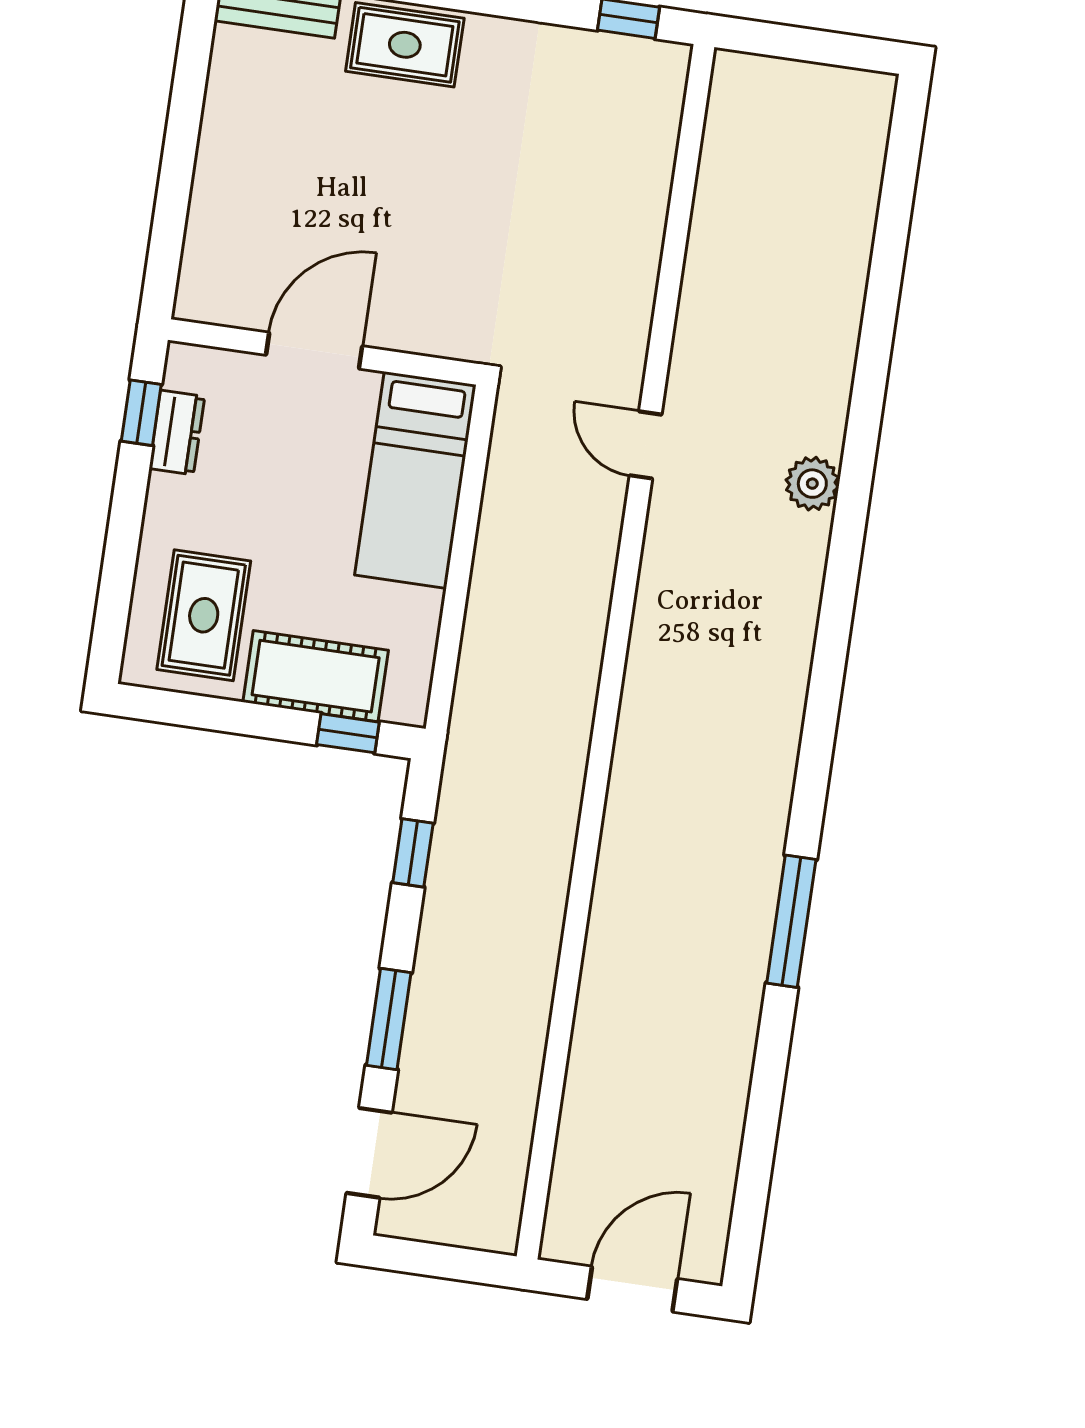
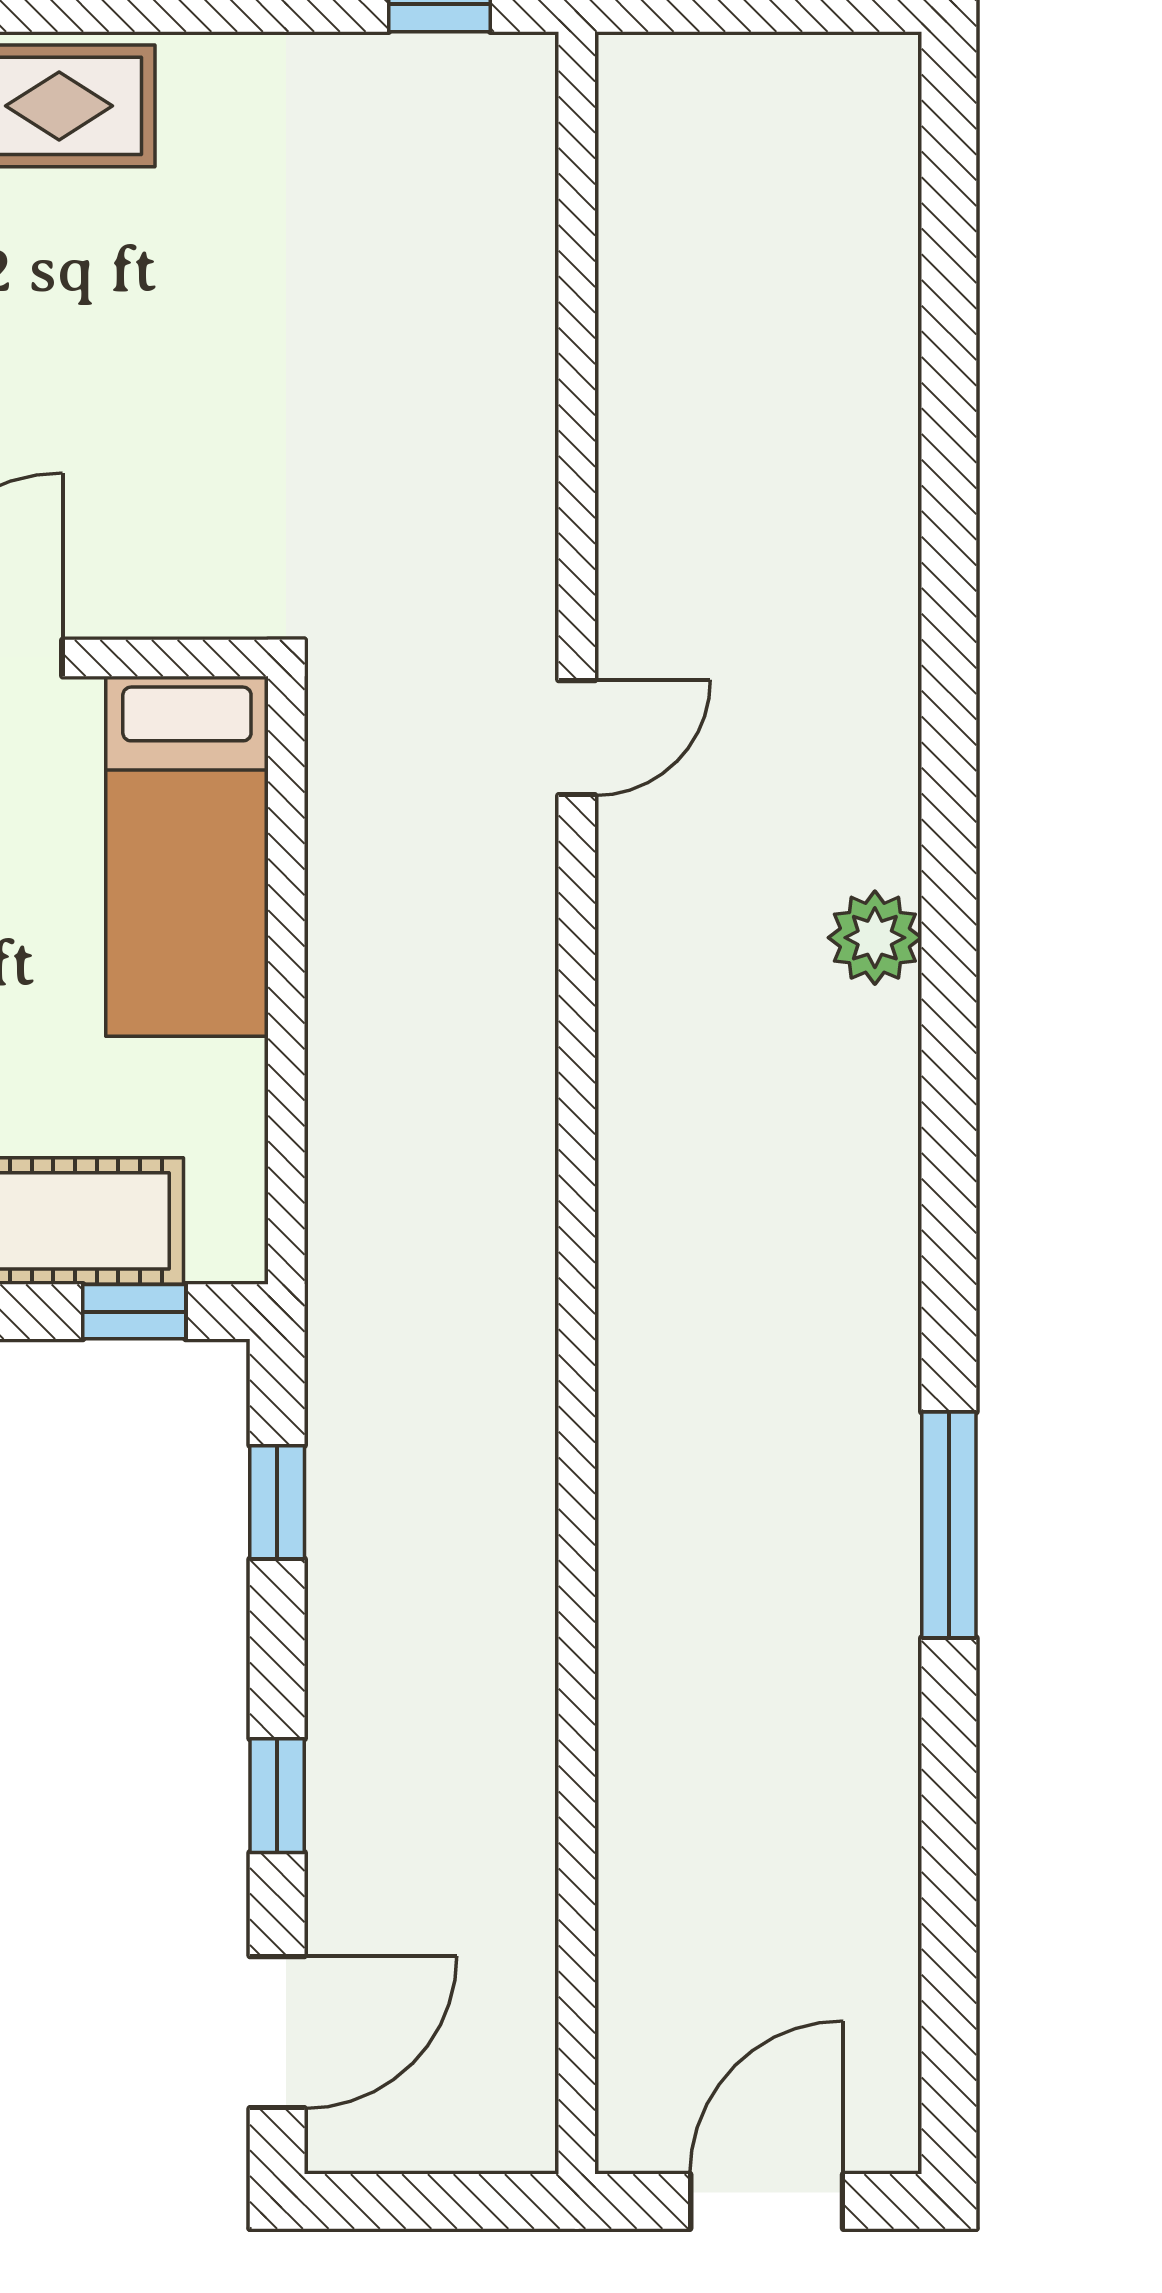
door: (646, 445) -> (577, 738), swing flipped
plant: (812, 484) -> (875, 938), moved
window: (389, 1019) -> (277, 1796), width x0.67

